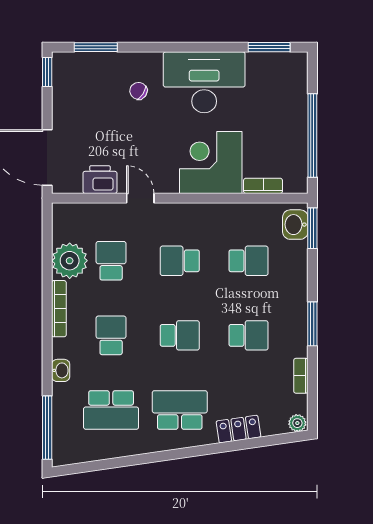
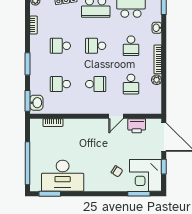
window: (47, 72) -> (164, 167), moved
desk: (204, 82) -> (63, 176), moved
window: (312, 136) -> (28, 163), moved
corner desk: (211, 162) -> (145, 175), moved, turned 90
door: (140, 198) -> (116, 116), hinge flipped
plant: (70, 261) -> (157, 80), width x0.53, depth x0.53
window: (312, 324) -> (28, 64), moved

